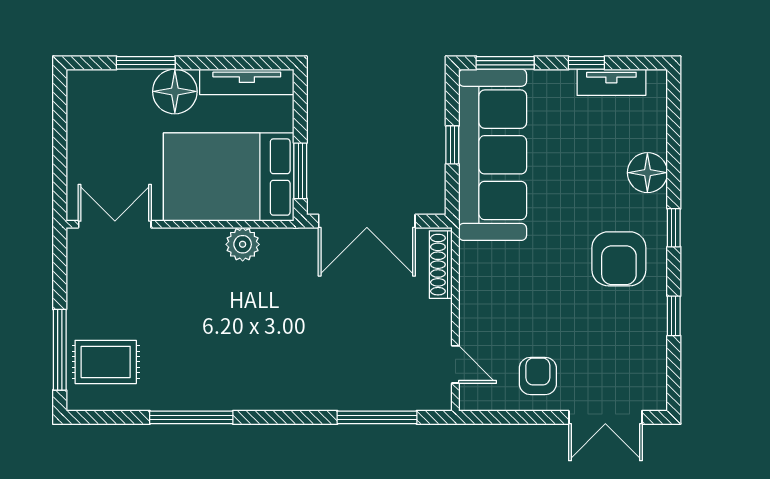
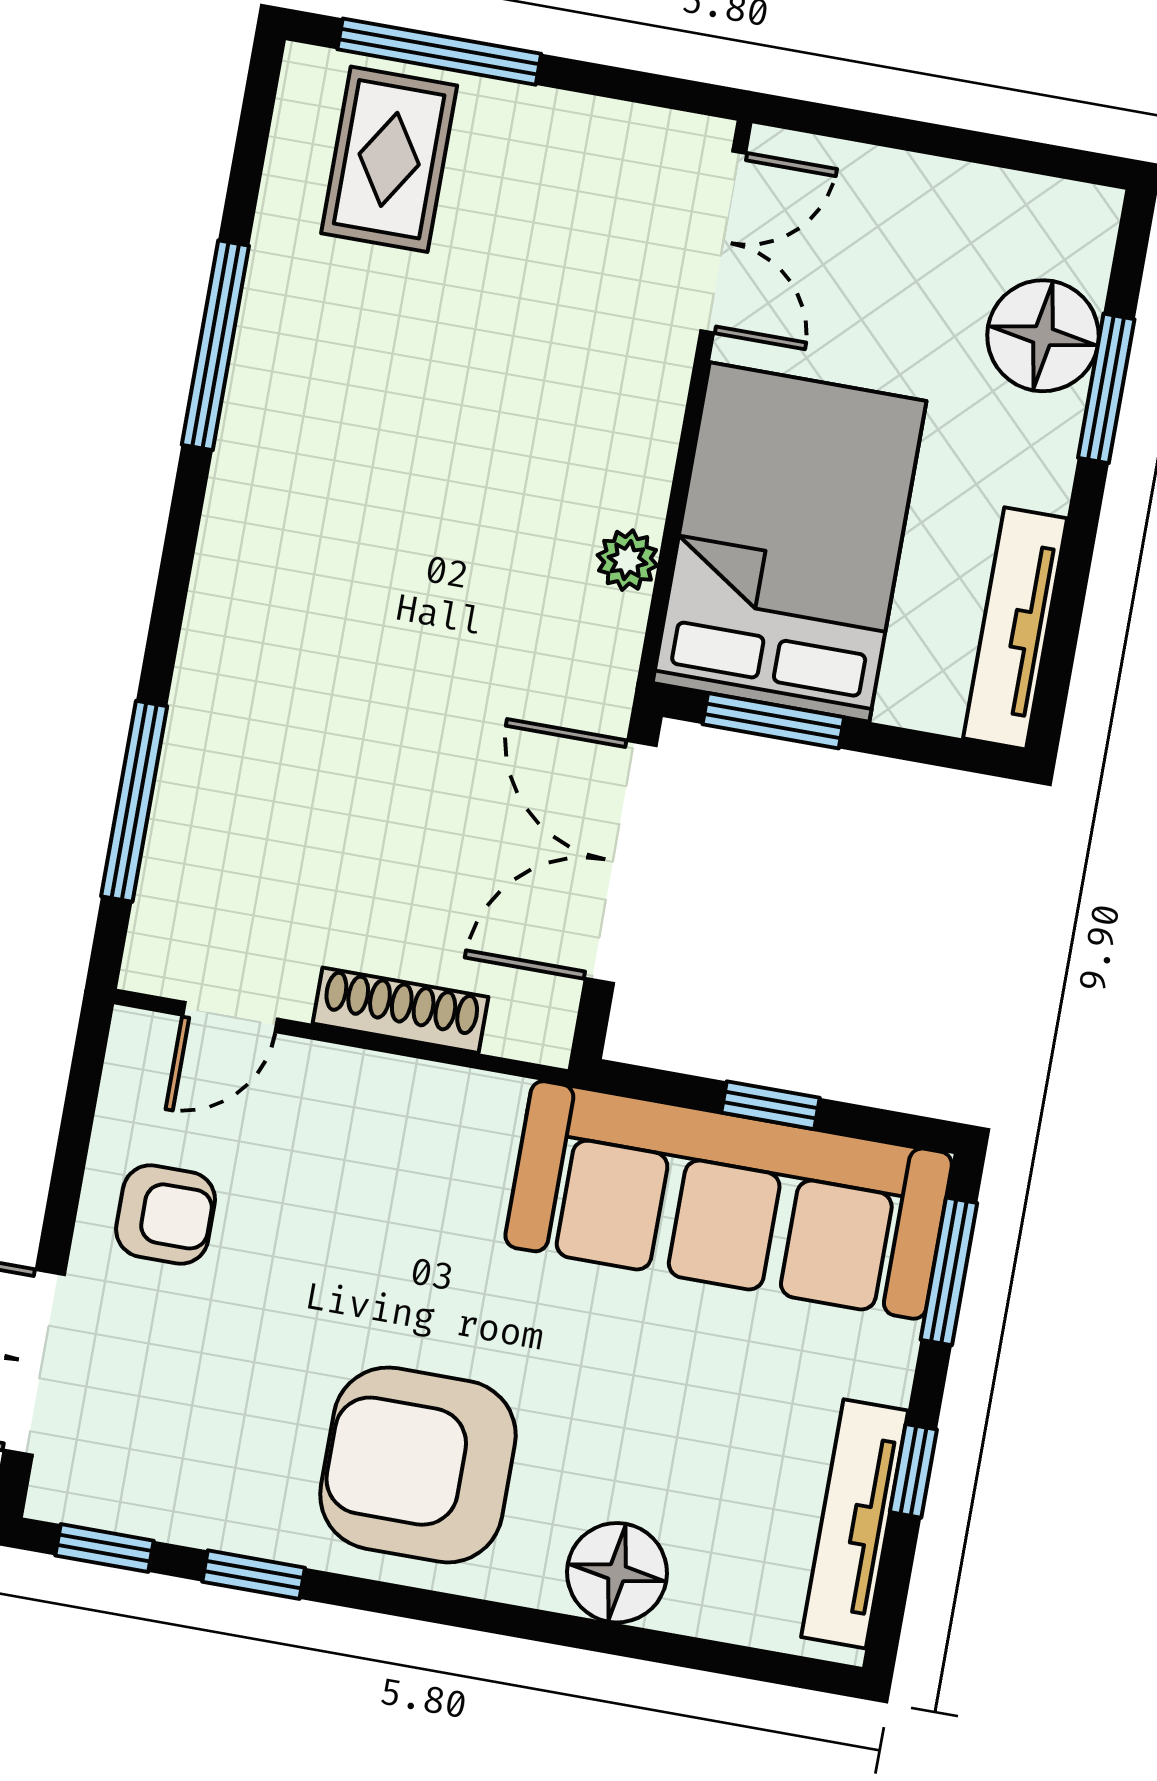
tv unit: (611, 82) -> (855, 1524), width x1.41
floor lamp: (175, 91) -> (1043, 336), moved
window: (674, 228) -> (104, 1548), moved
plant: (243, 244) -> (627, 560), width x0.73, depth x0.73
armchair: (619, 259) -> (418, 1465), width x1.36, depth x1.36
shoe rack: (441, 265) -> (400, 1010), moved

